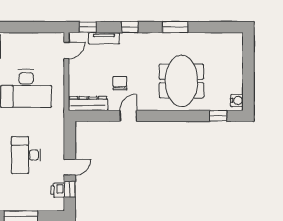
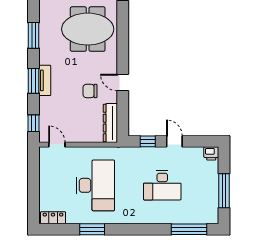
window: (130, 27) -> (34, 81), width x1.50
tv unit: (104, 38) -> (45, 80), moved
window: (70, 189) -> (148, 141), moved
printer: (58, 190) -> (211, 153), moved

